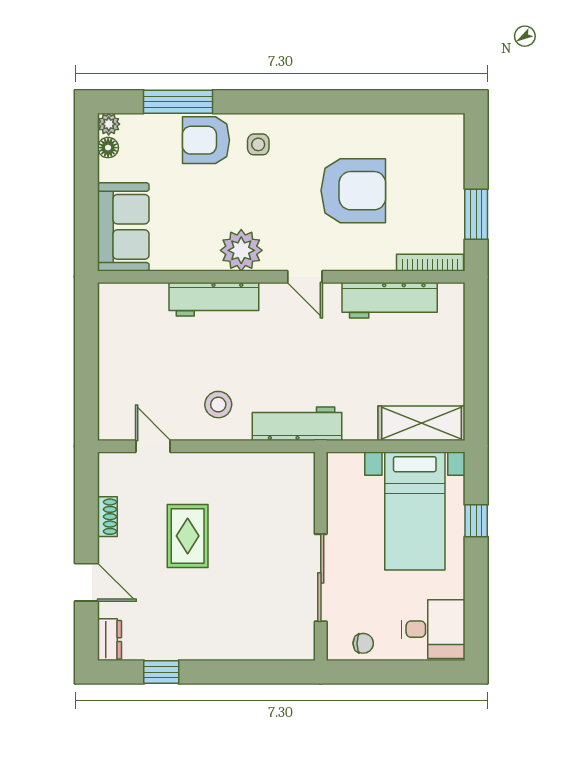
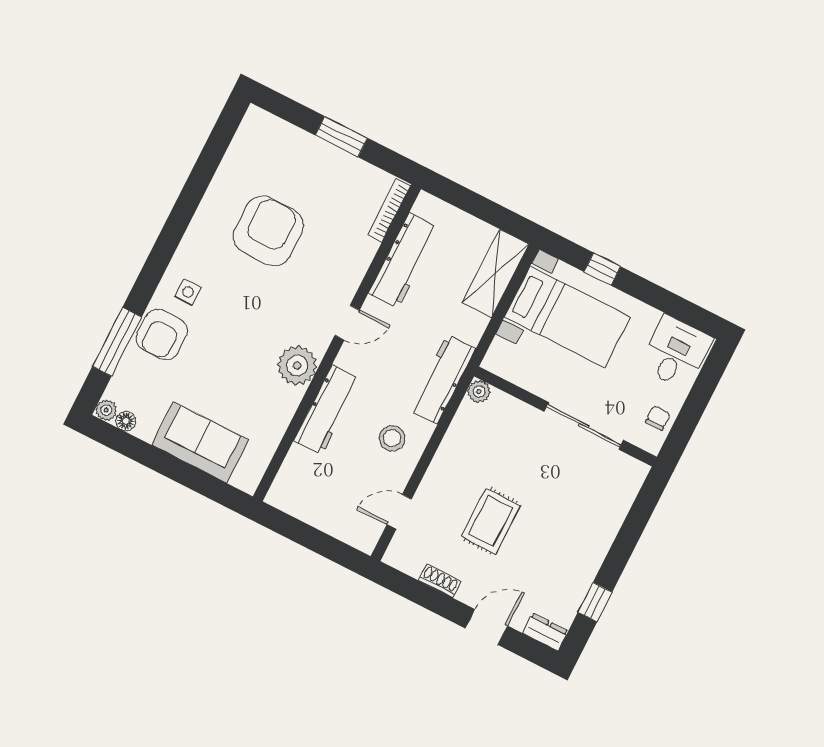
plant: (241, 250) -> (297, 365), moved
bookcase: (430, 263) -> (389, 210), moved
wall: (281, 277) -> (337, 343), moved
door: (305, 277) -> (347, 323), moved
workbench: (214, 299) -> (327, 410), moved
workbench: (390, 300) -> (404, 261), moved
plant: (303, 464) -> (479, 391), added
rug: (188, 536) -> (491, 521), turned 90

